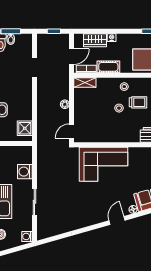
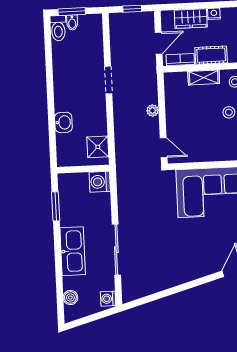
doorway: (34, 67) -> (108, 80), moved
shelving: (85, 83) -> (204, 77), moved
door: (71, 131) -> (164, 148), swing flipped
washing machine: (25, 172) -> (100, 182), moved
sliding door: (34, 202) -> (116, 250), width x1.37

